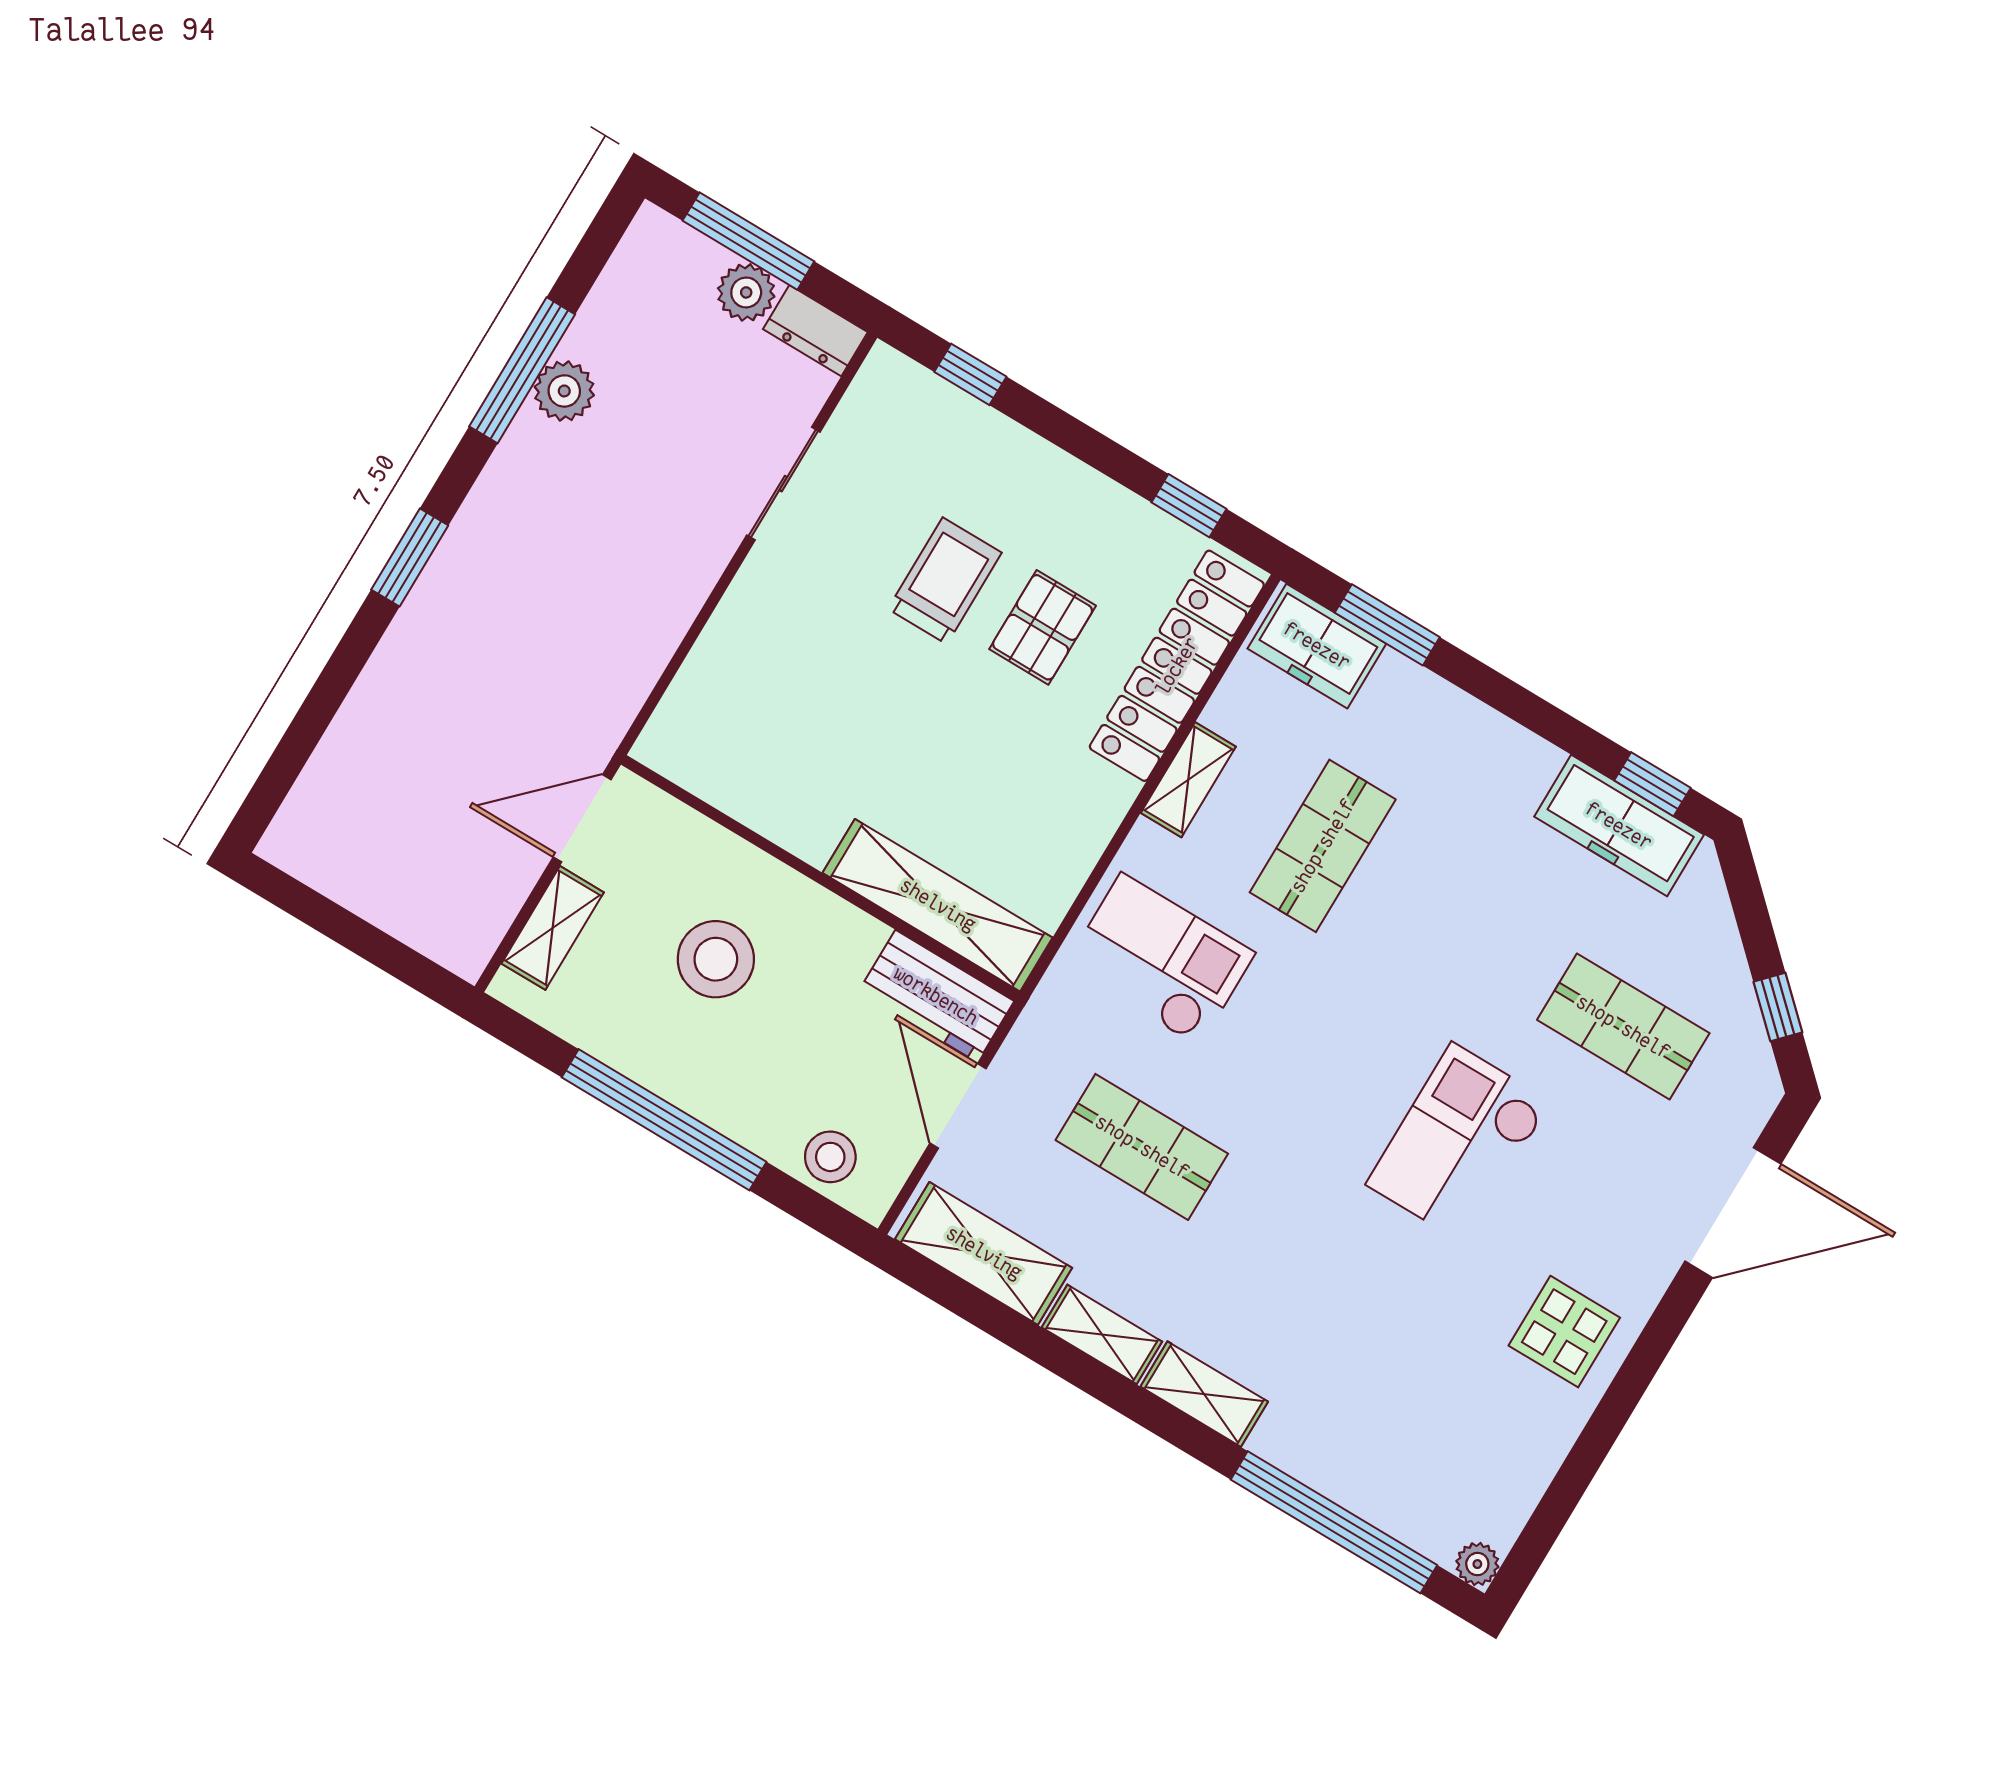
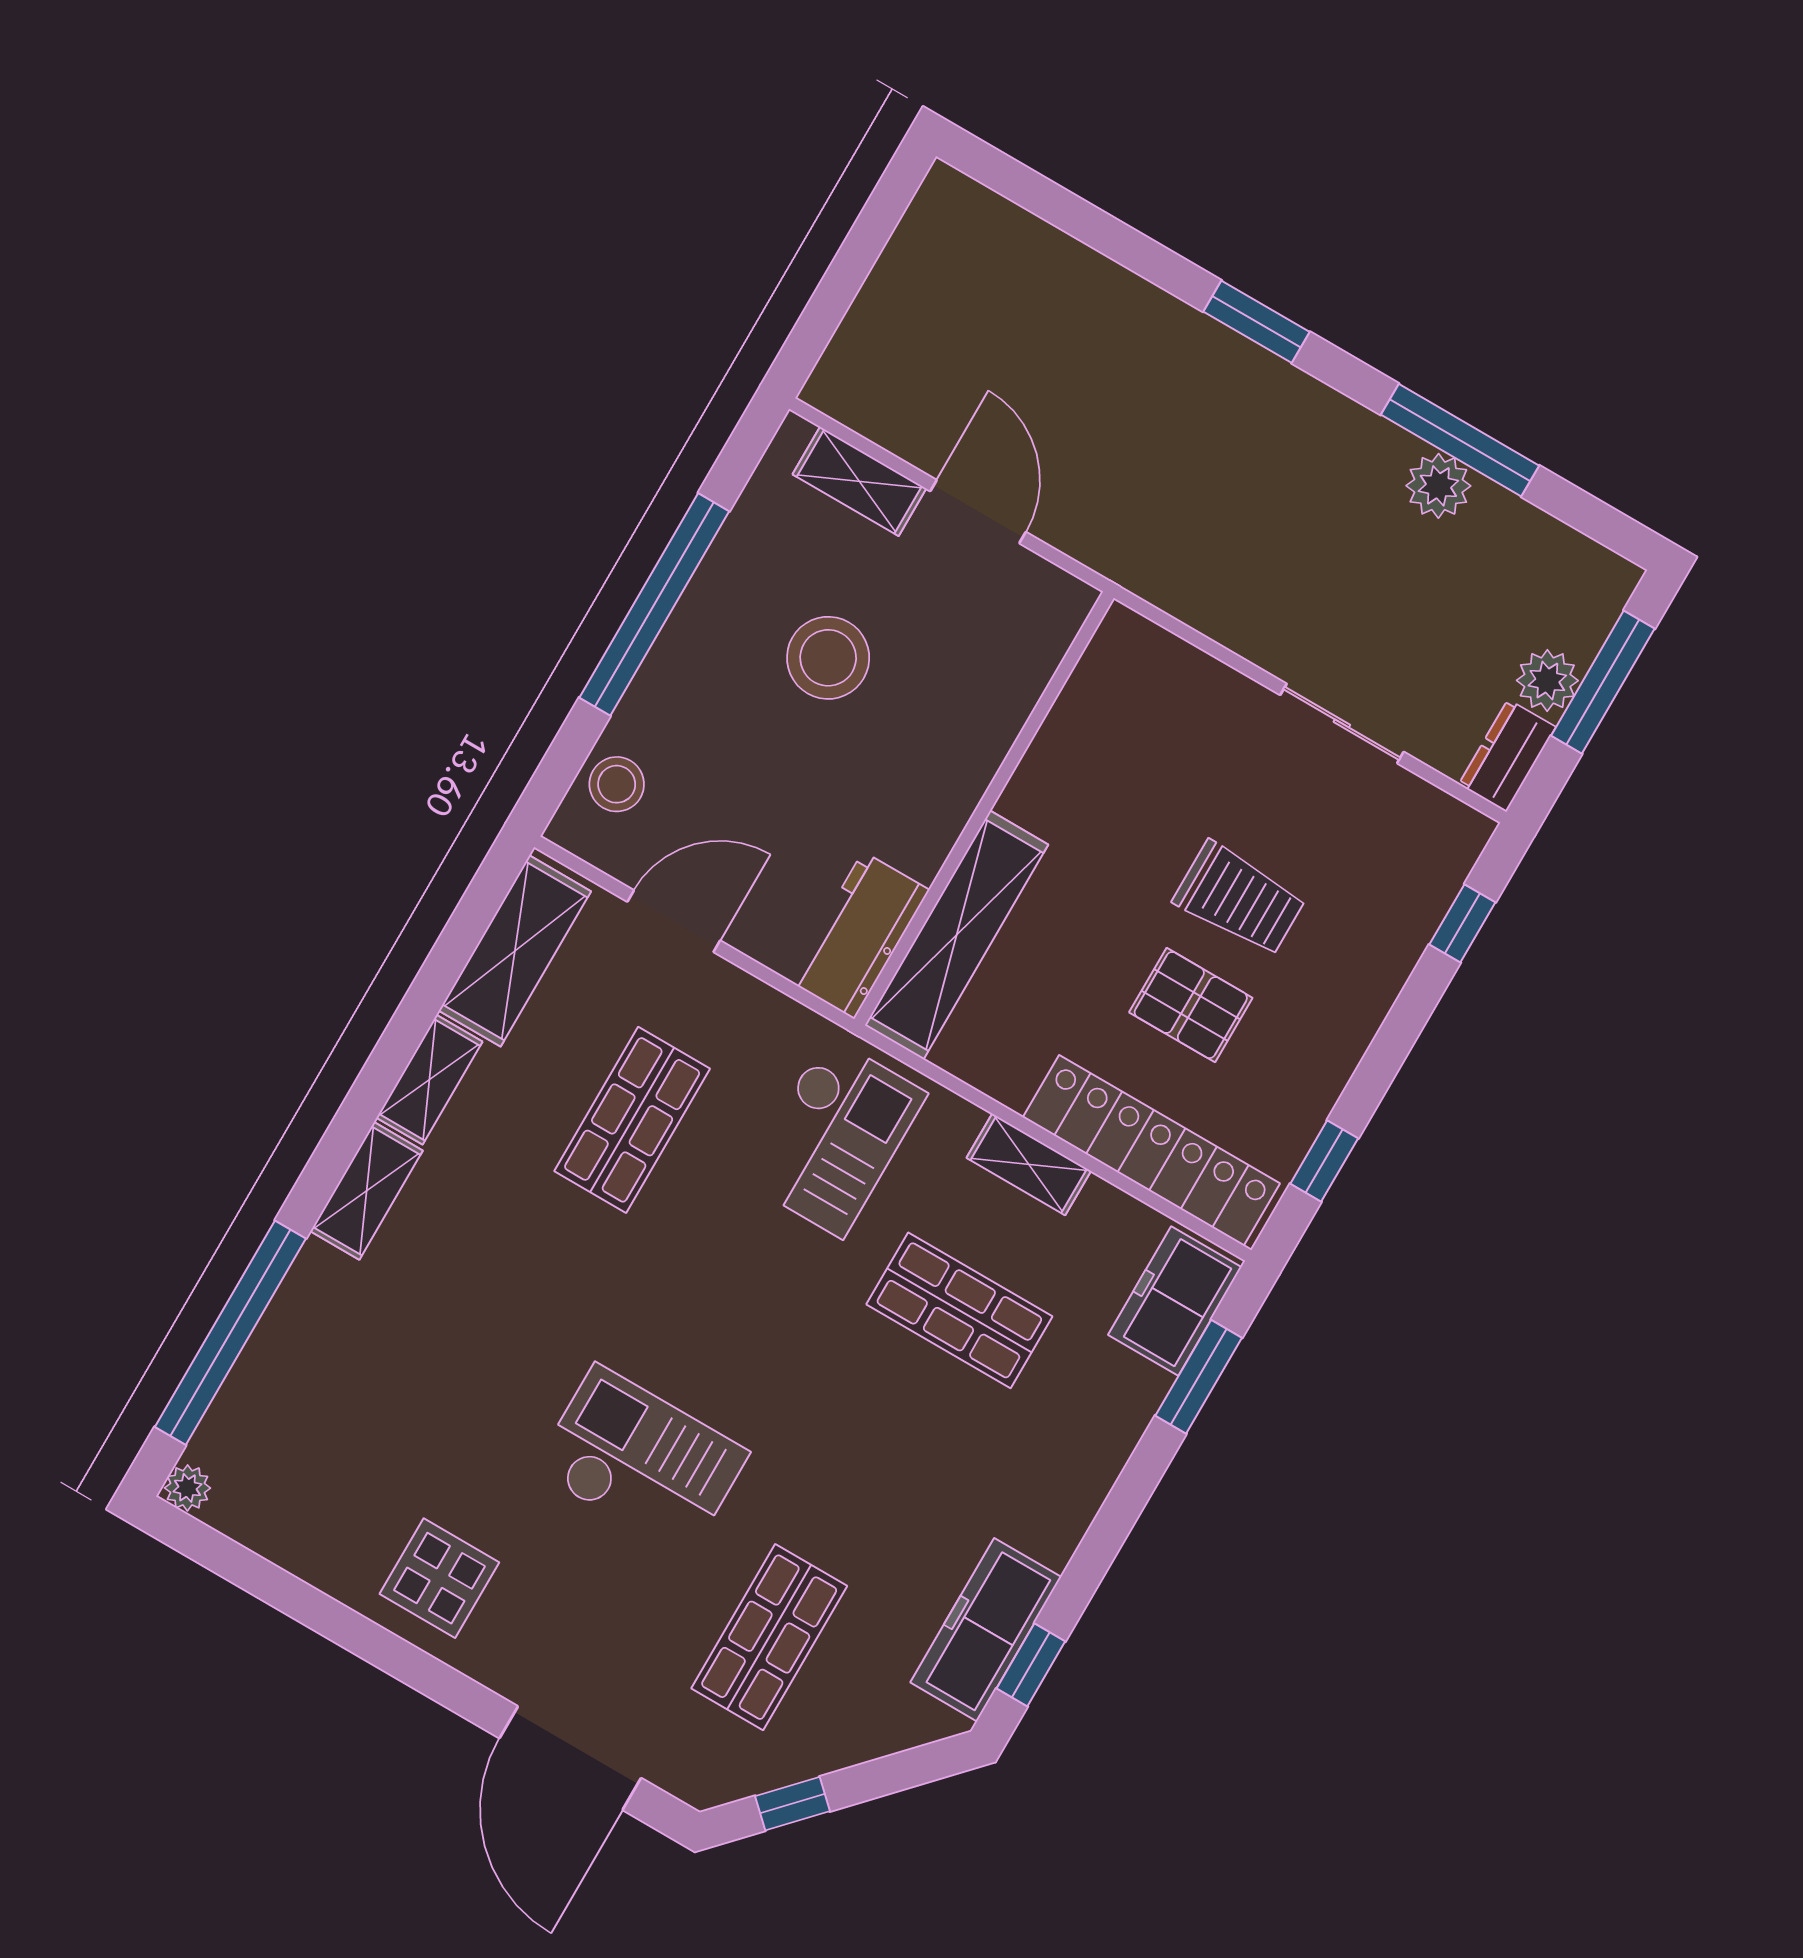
wall: (821, 878) -> (984, 808), moved
shelving: (938, 905) -> (957, 935), moved
workbench: (936, 996) -> (859, 935), moved

